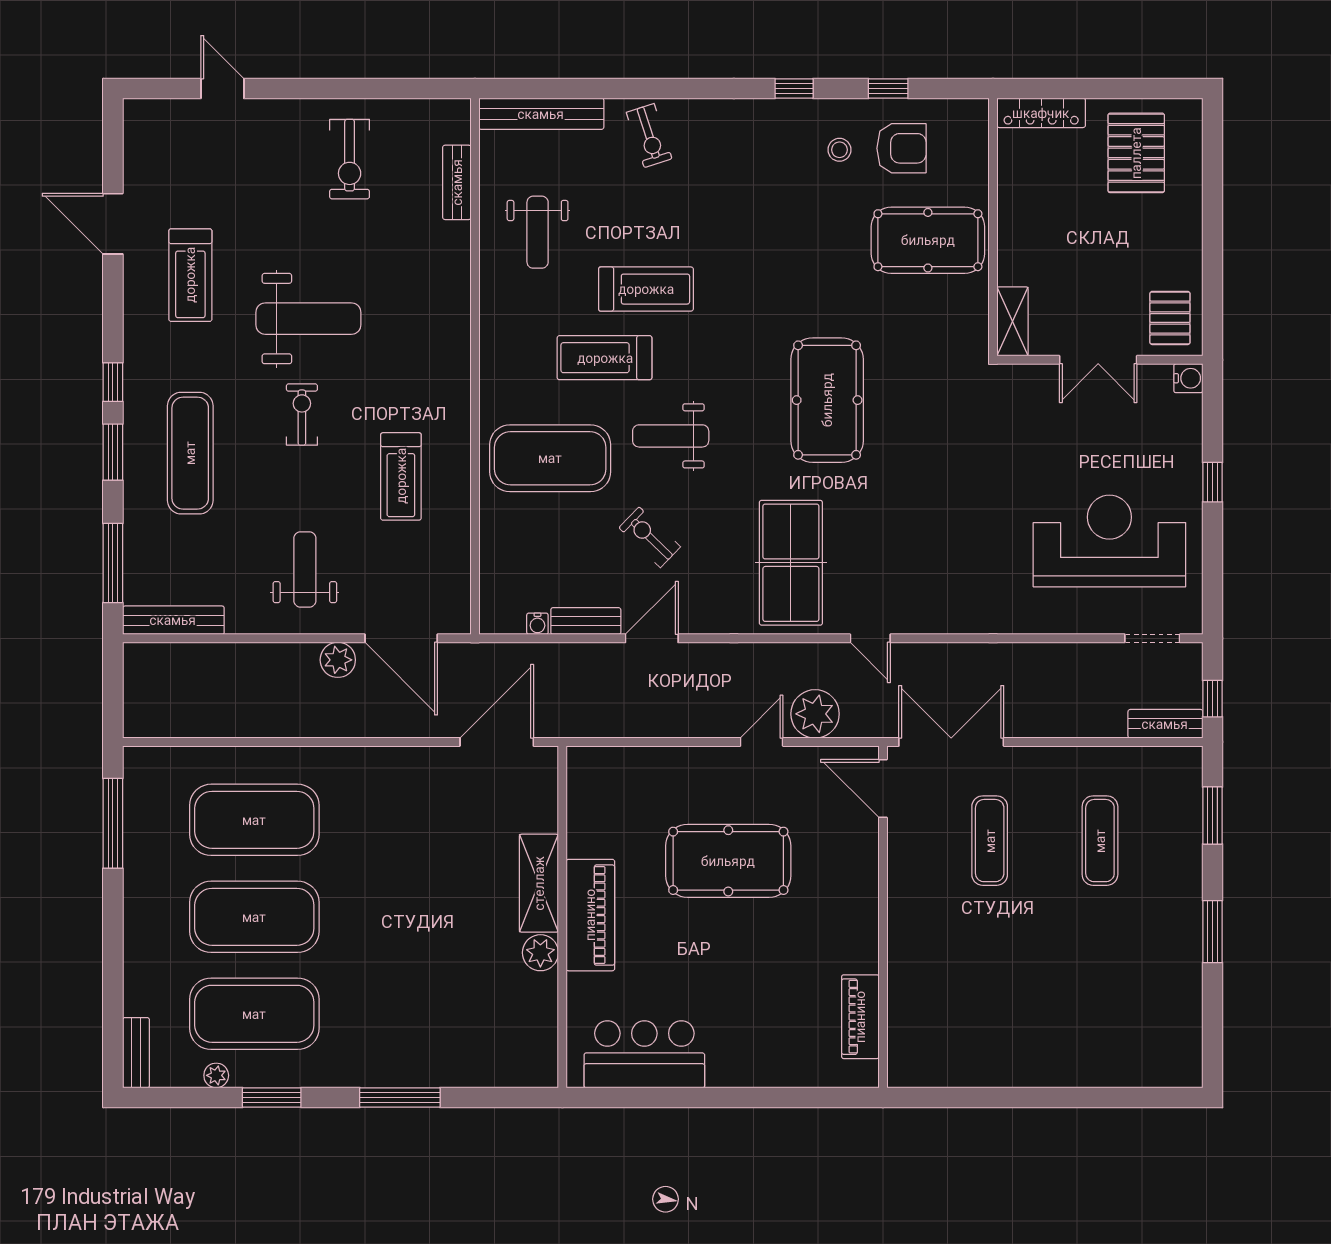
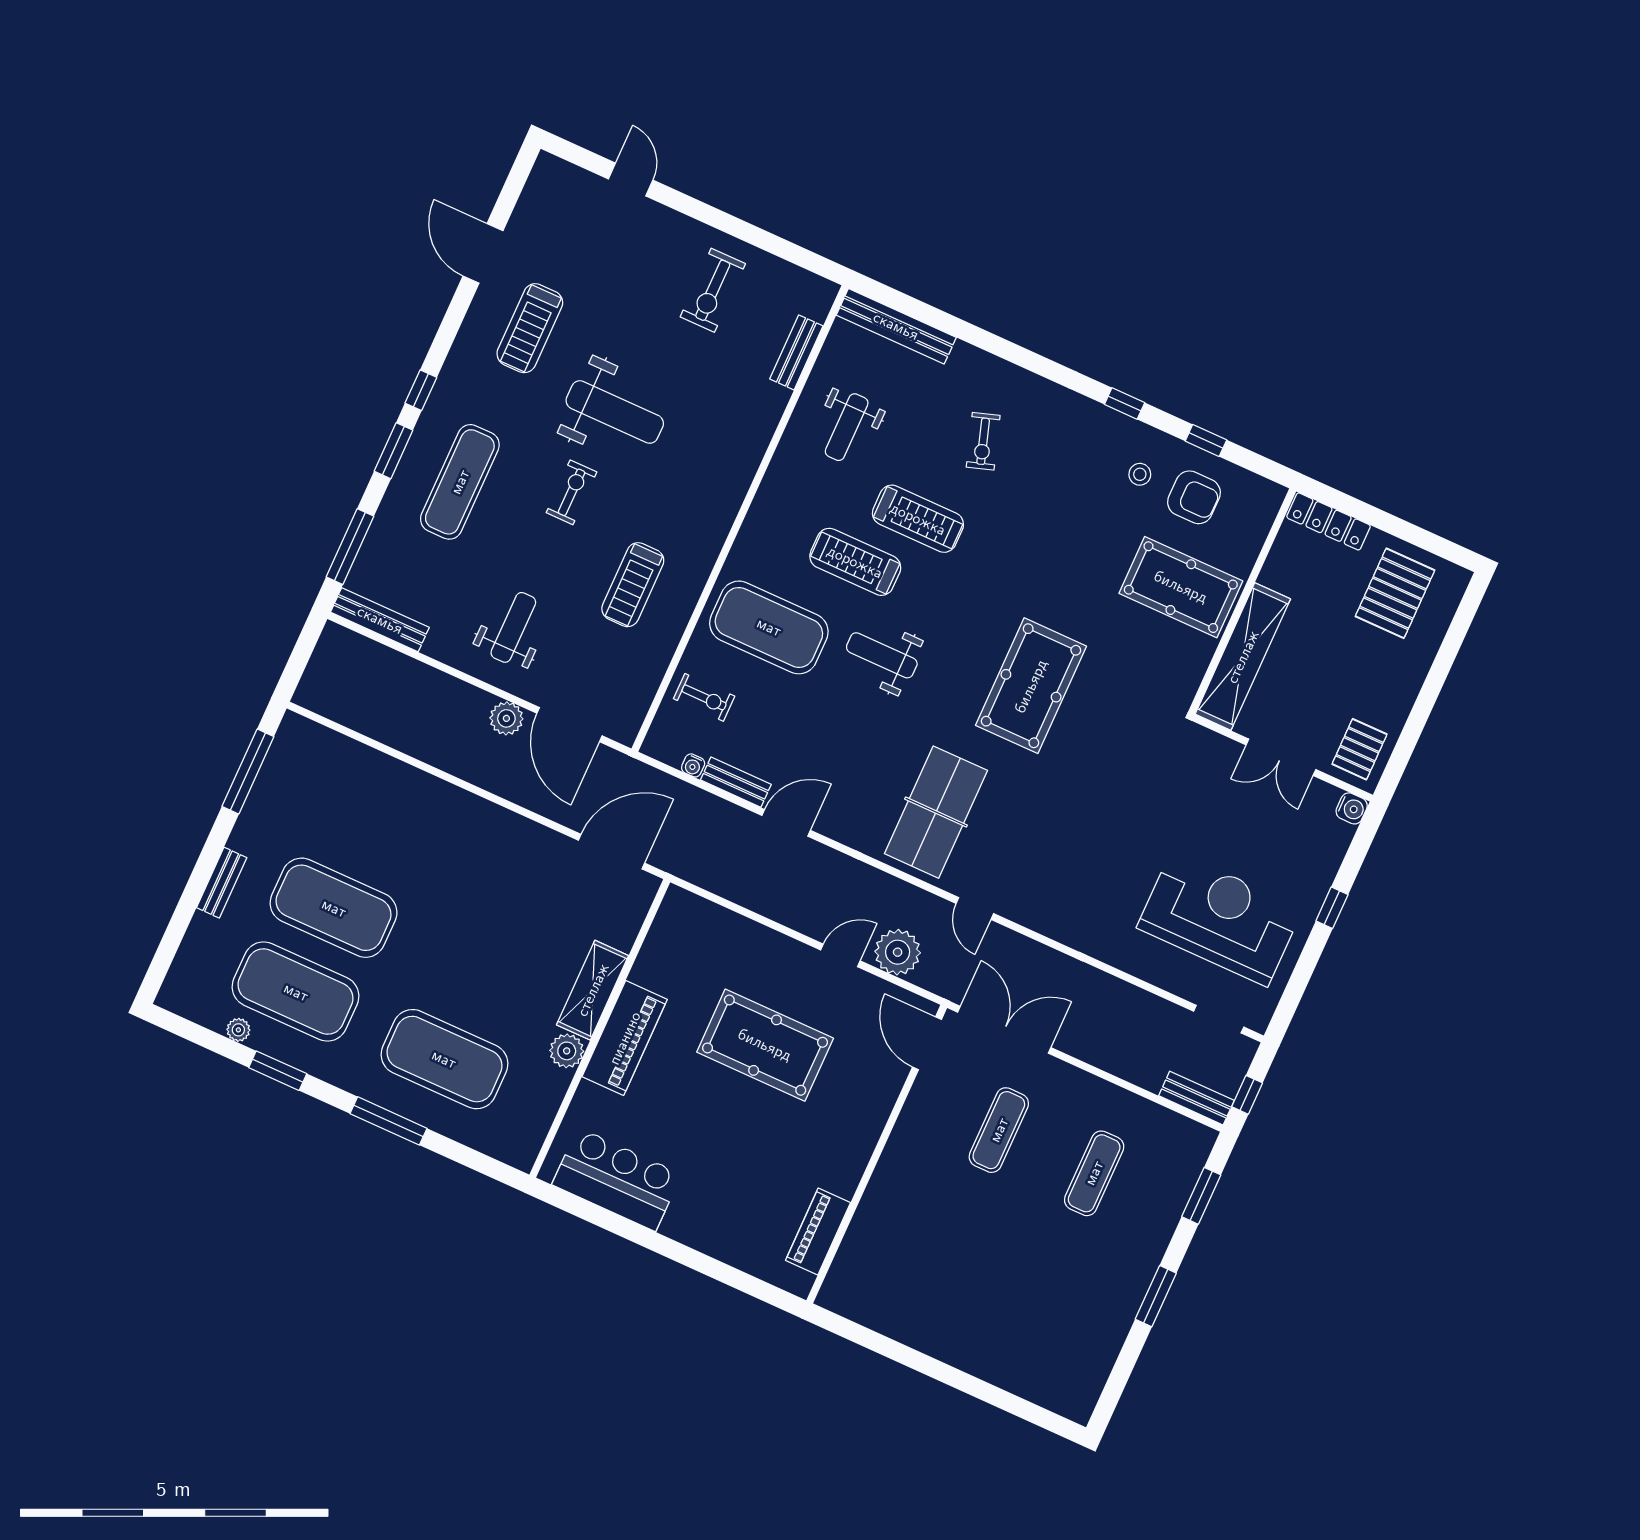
exercise bike: (649, 136) -> (983, 441), moved
shelving: (1012, 321) -> (1243, 657), width x2.20, depth x1.33
exercise bike: (650, 537) -> (704, 697), moved, turned 136
exercise mat: (254, 820) -> (444, 1059), moved
bench: (136, 1053) -> (222, 883), moved

